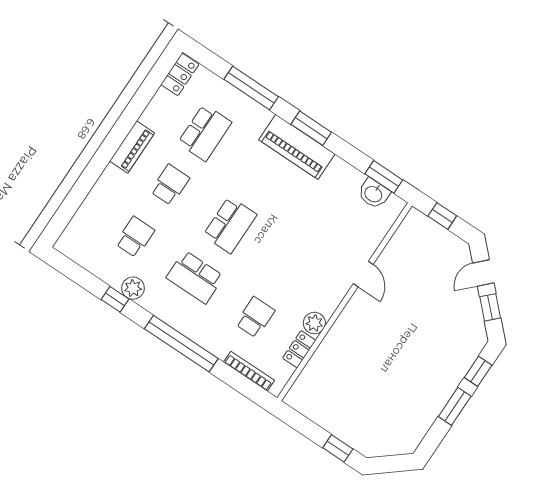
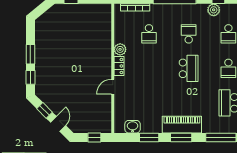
window: (384, 177) -> (149, 137), moved
school desk: (230, 225) -> (189, 68), turned 180
door: (363, 274) -> (113, 87), hinge flipped
school desk: (195, 277) -> (189, 34), width x0.54
locker: (299, 349) -> (119, 66), moved

